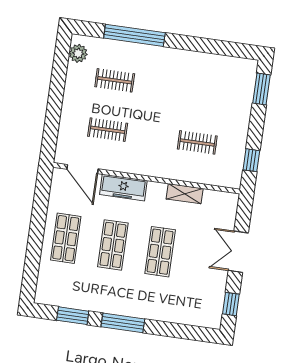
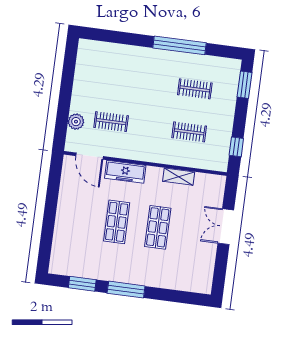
window: (134, 35) -> (180, 45), moved
plant: (78, 53) -> (76, 122), moved
clothes rail: (115, 80) -> (195, 89), moved
shop shelf: (66, 238) -> (76, 216), removed
window: (231, 304) -> (220, 272), removed

